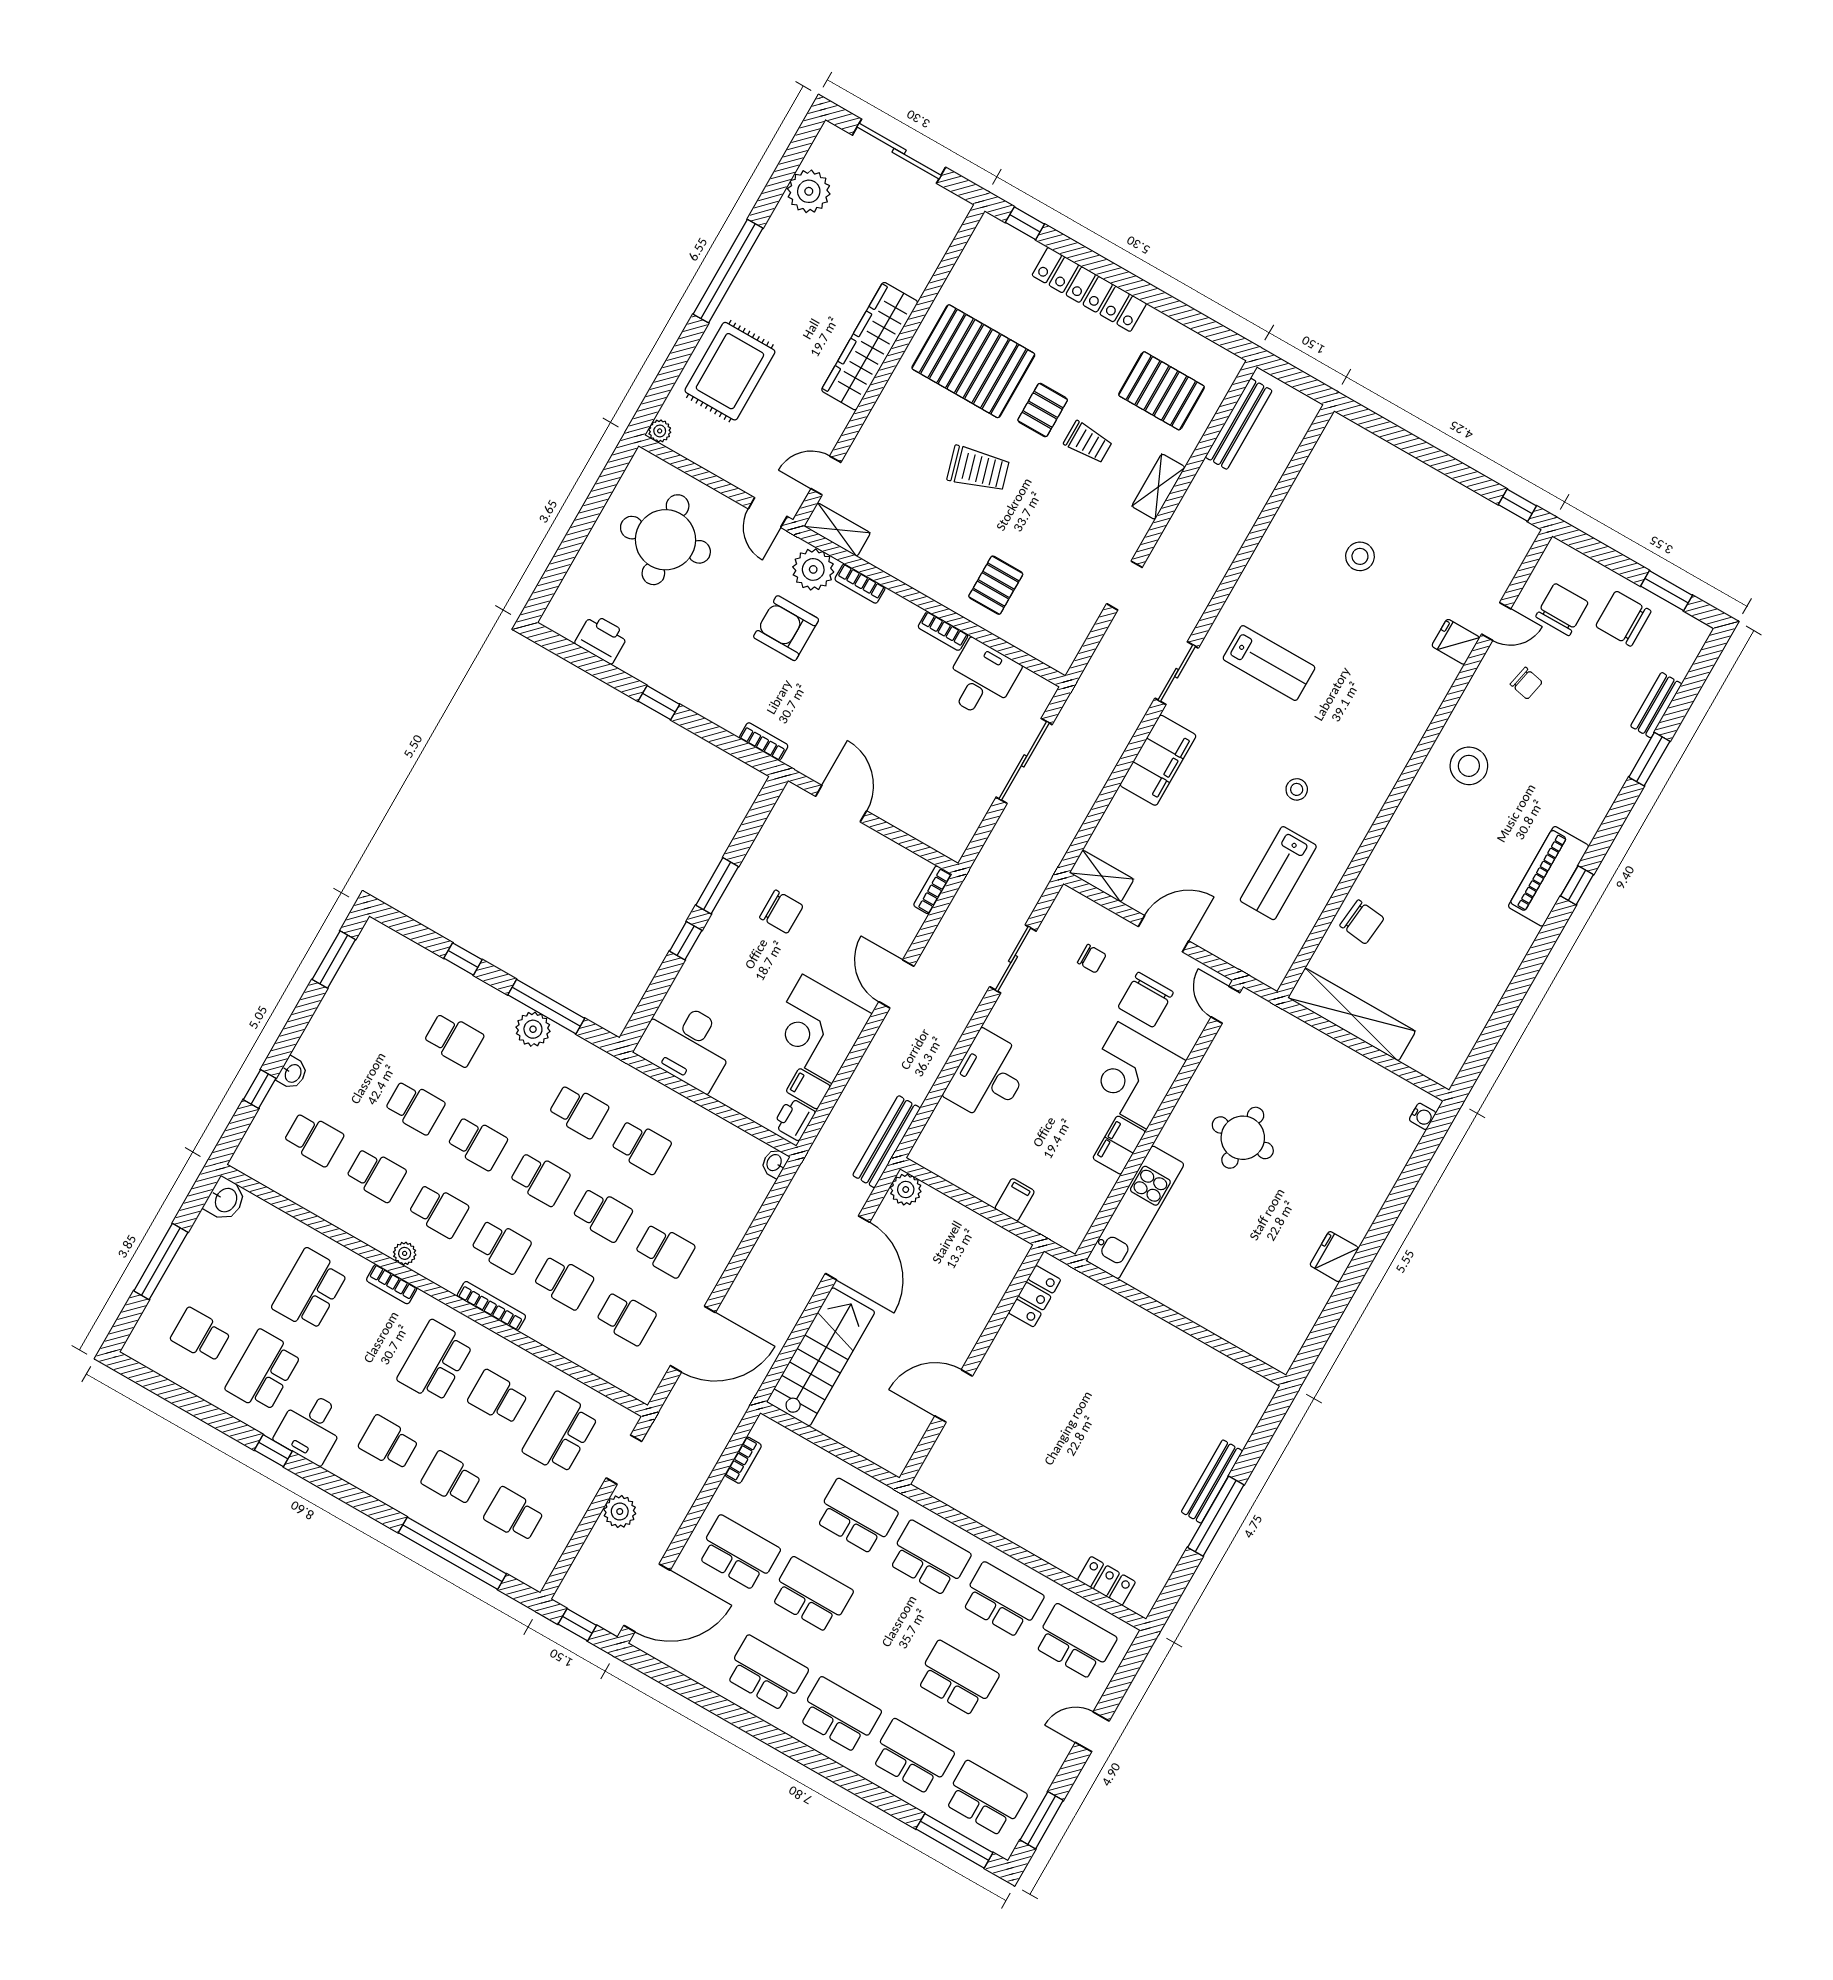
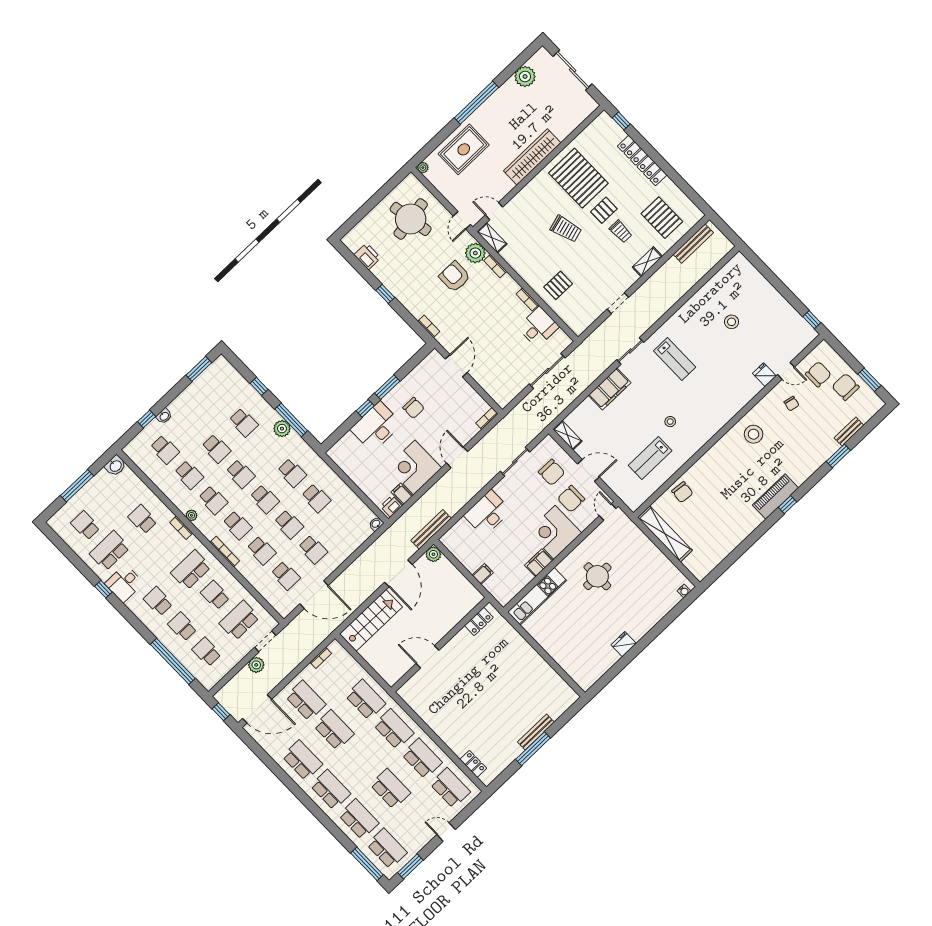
chair: (1092, 959) -> (552, 472), width x1.87, depth x1.87
desk: (687, 1044) -> (376, 427), moved, turned 90
school desk: (310, 1290) -> (142, 519), width x0.54

